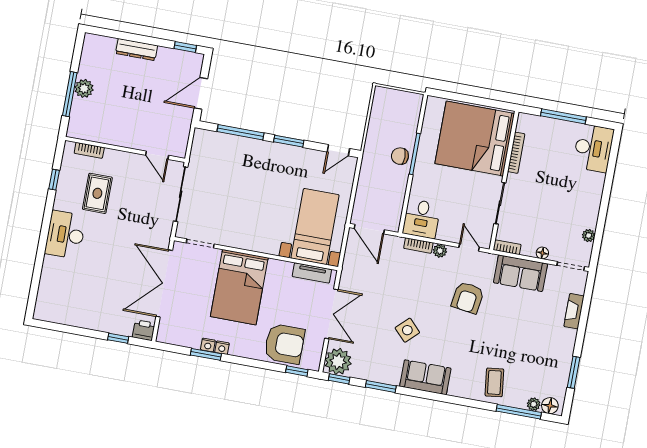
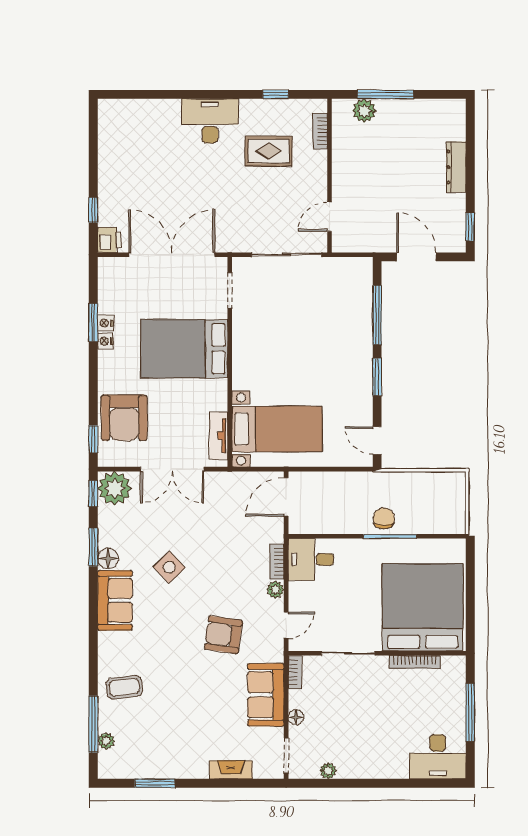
plant: (84, 88) -> (364, 111), moved
floor lamp: (550, 406) -> (108, 558), moved

